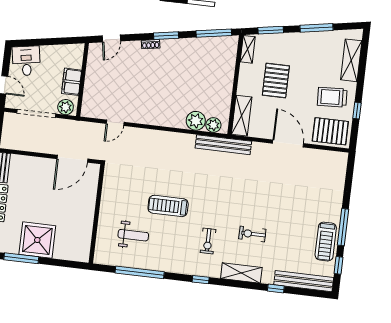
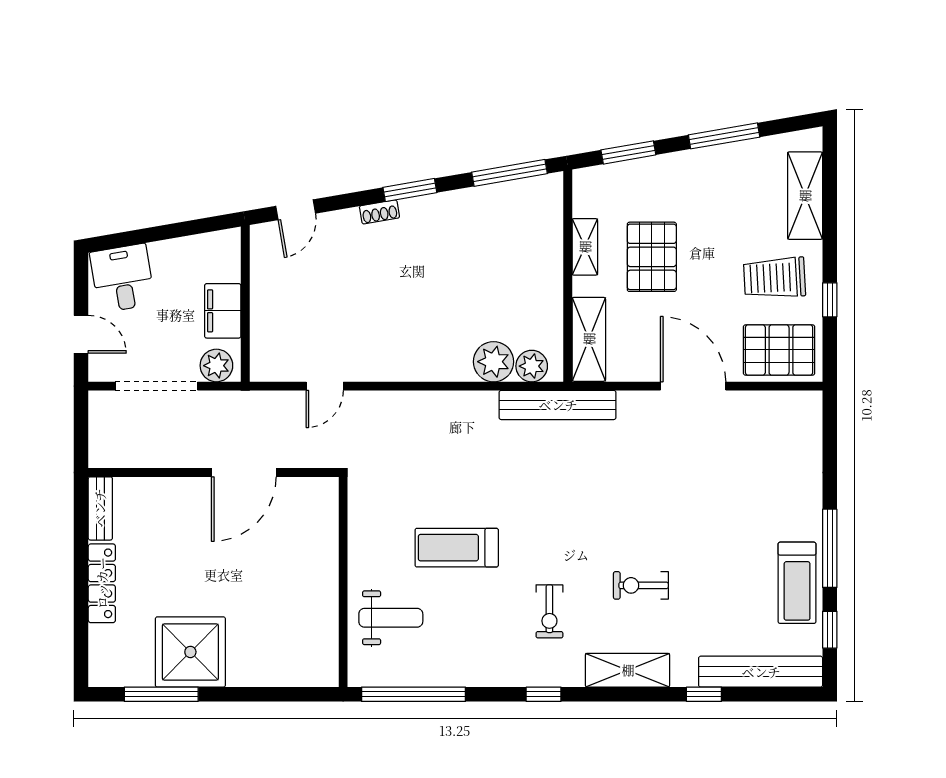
shelving: (248, 49) -> (585, 247), moved
wall: (97, 214) -> (343, 582), moved

